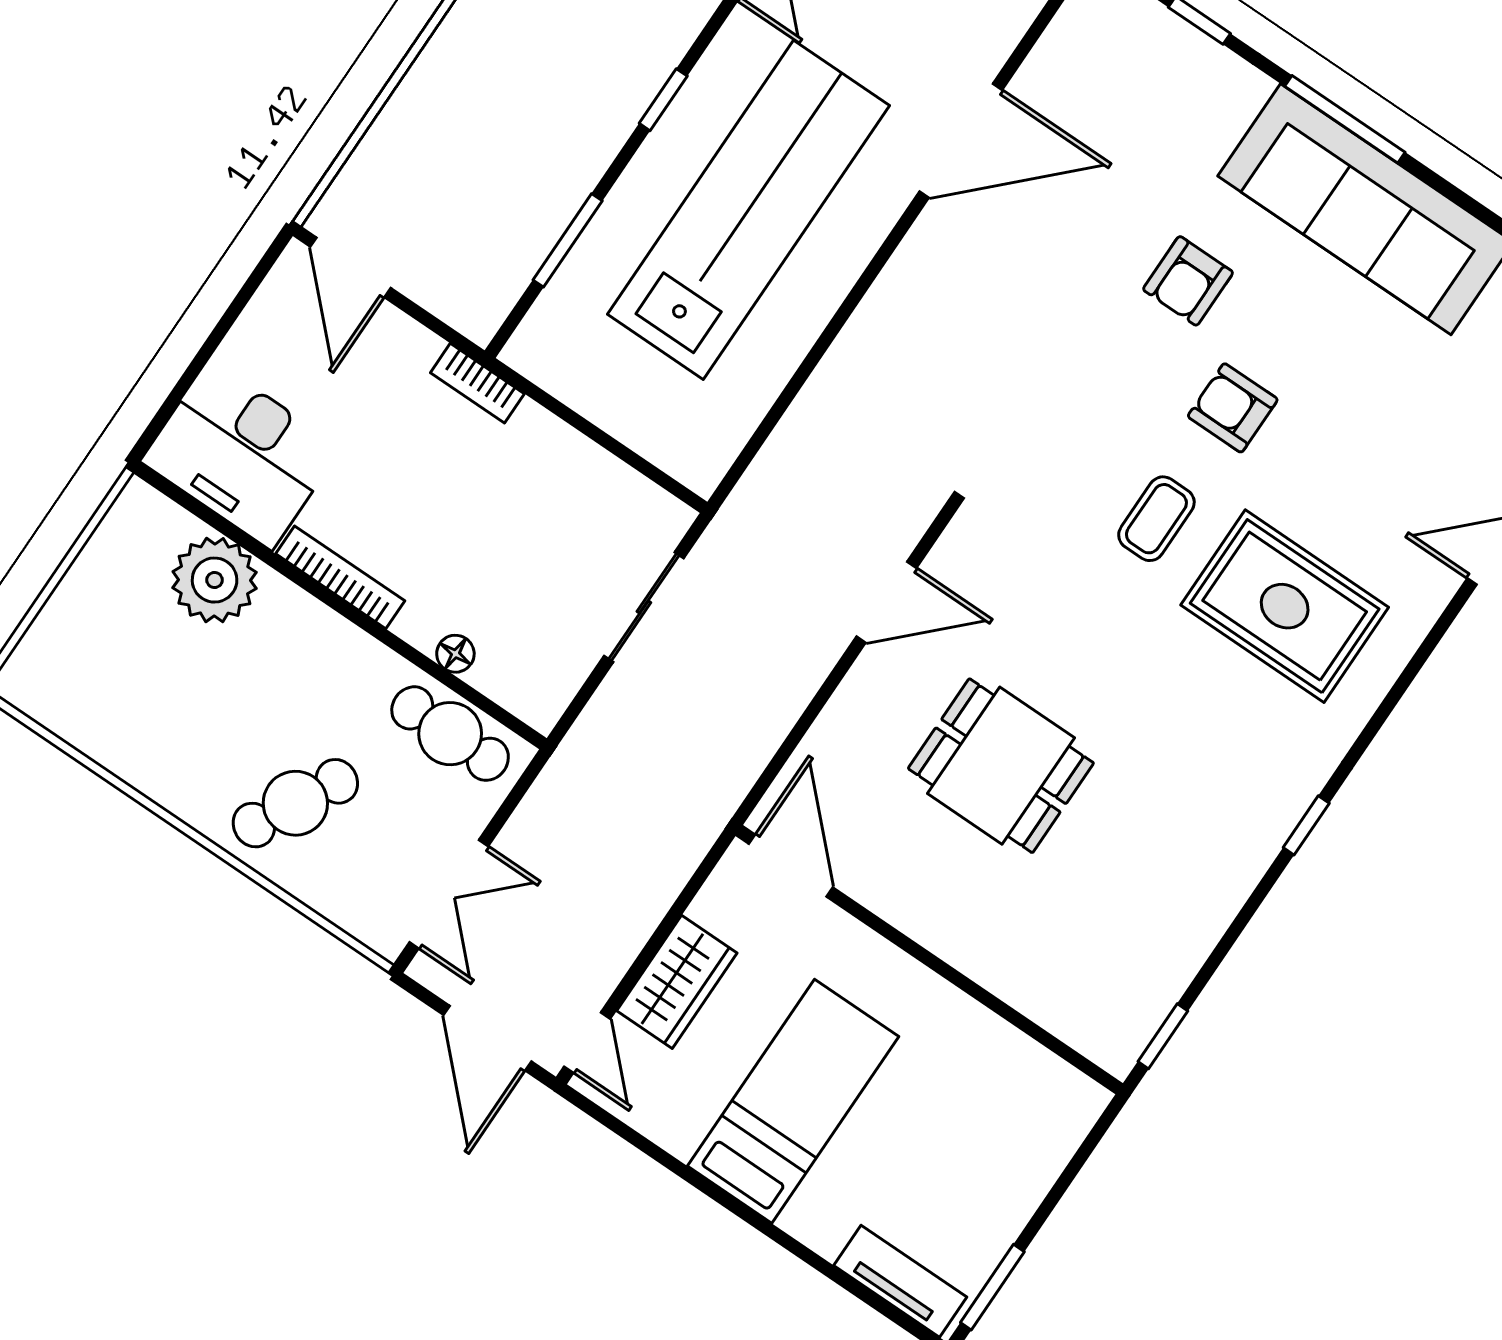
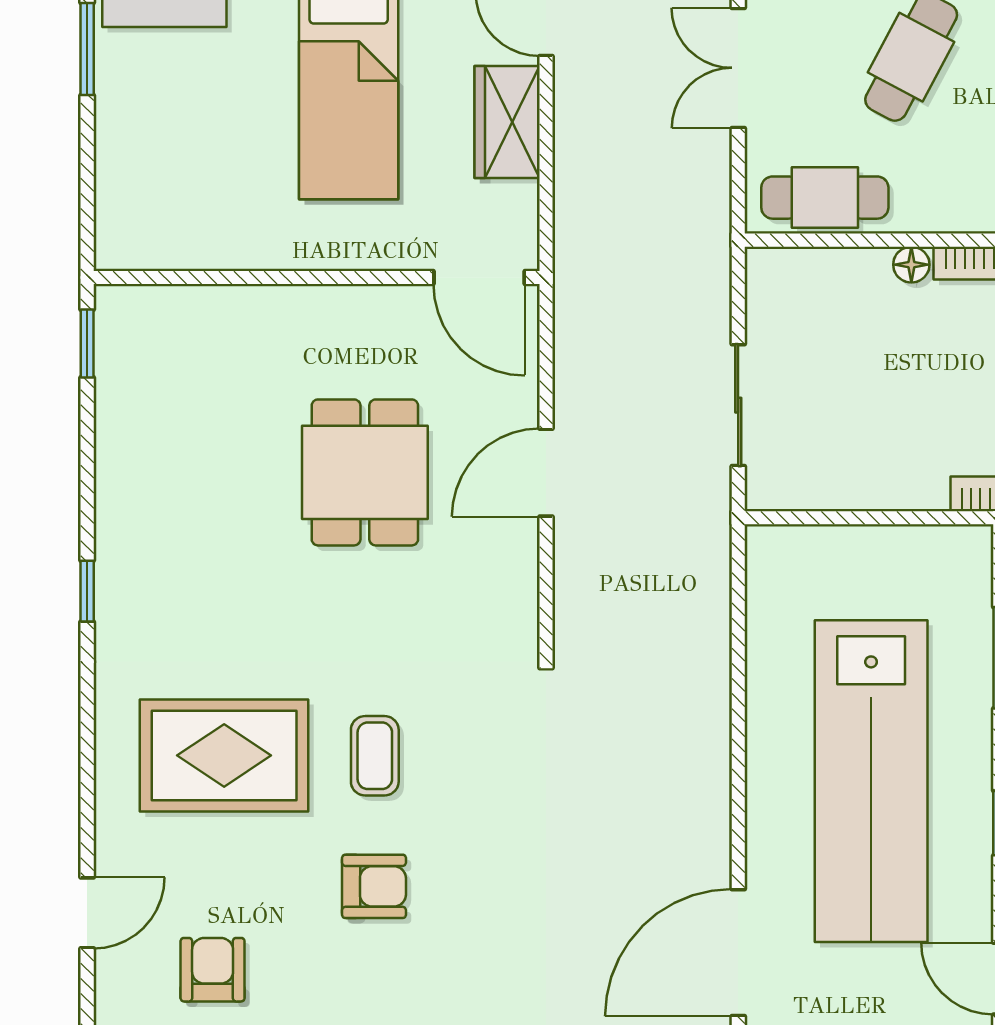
armchair: (1188, 281) -> (213, 970), moved
door: (886, 602) -> (546, 473), moved
floor lamp: (455, 654) -> (911, 265), moved
dining table: (1001, 766) -> (365, 472), turned 90

